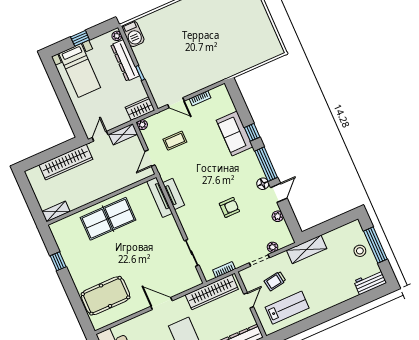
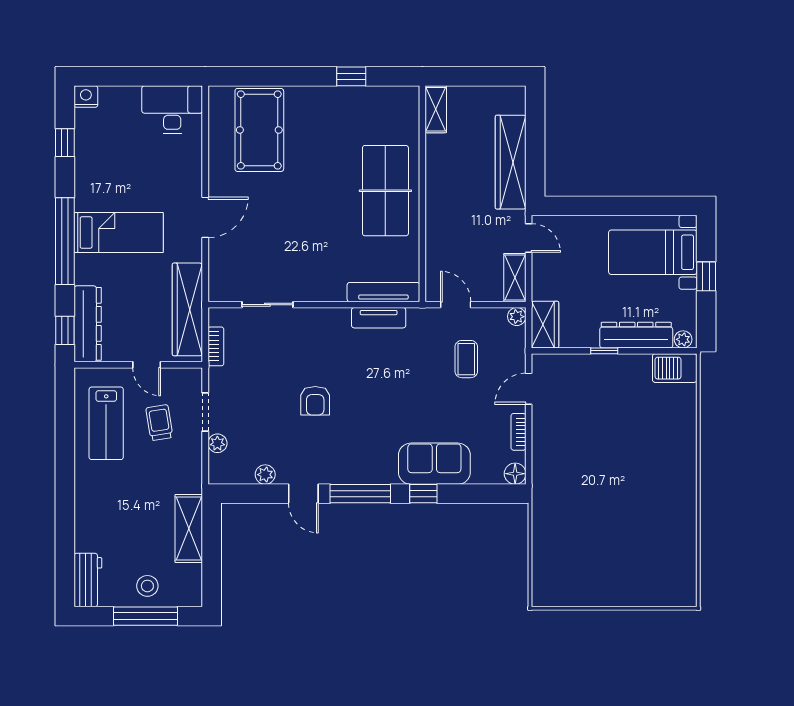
floor lamp: (263, 184) -> (515, 474), moved
shelving: (307, 249) -> (189, 529), moved

